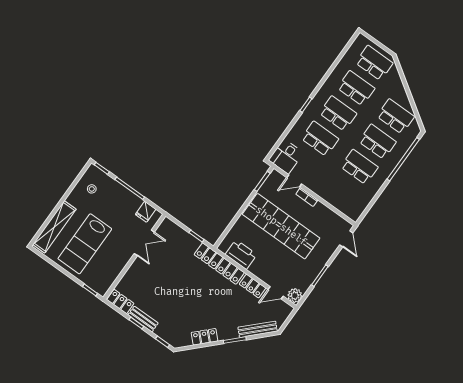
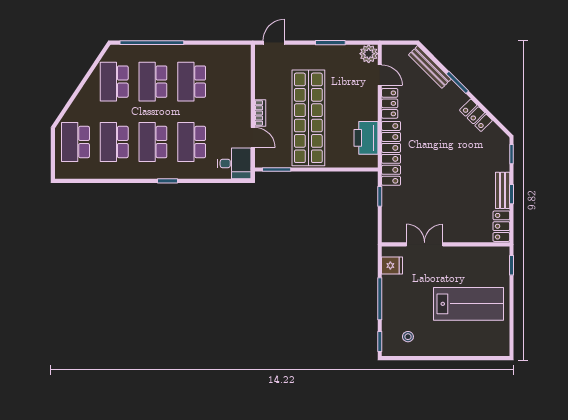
shelving: (54, 227) -> (473, 347), removed

